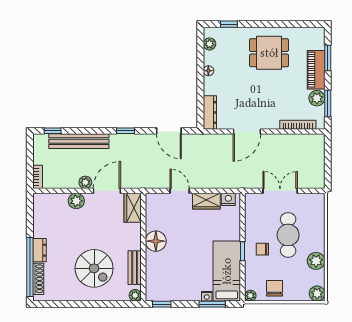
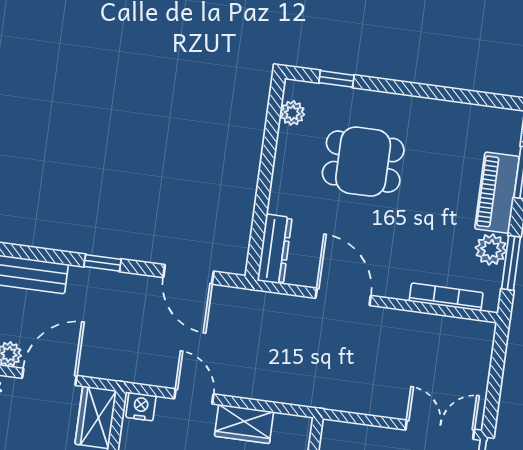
dining table: (269, 53) -> (363, 162), moved
floor lamp: (208, 71) -> (283, 166), removed
door: (247, 132) -> (343, 297), swing flipped
double door: (280, 191) -> (440, 430), moved
nightstand: (228, 199) -> (141, 407), moved

